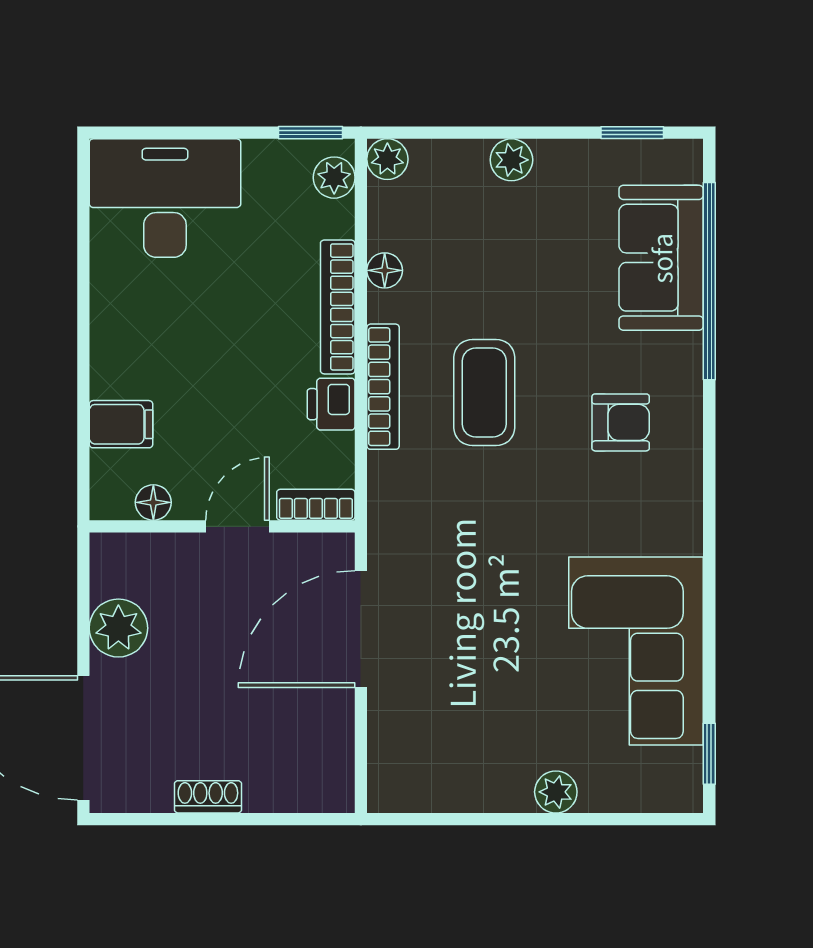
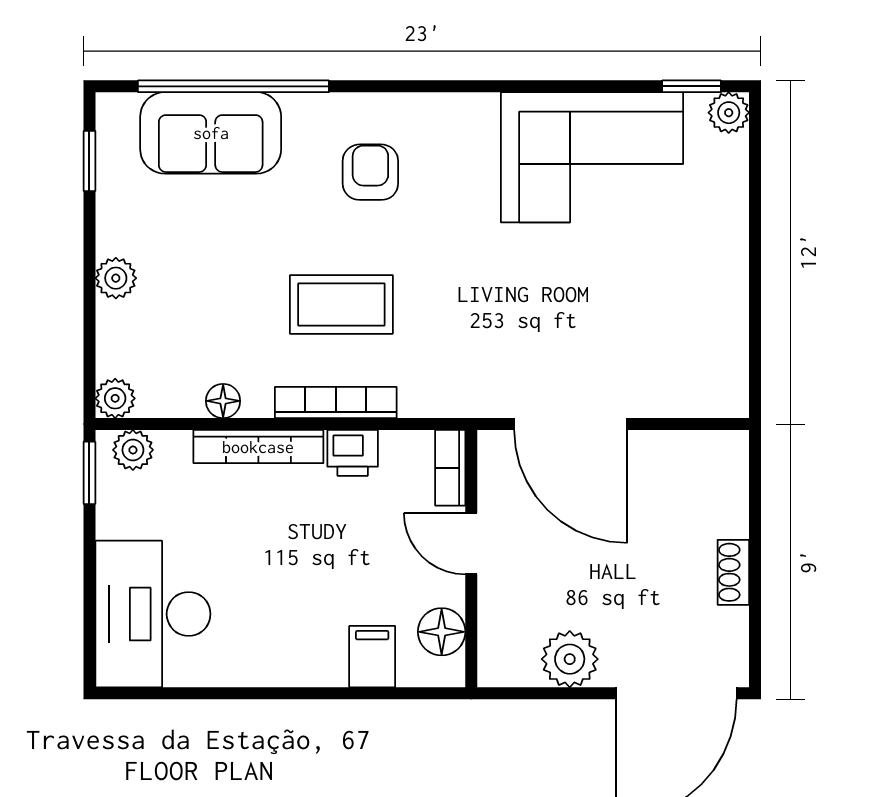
floor lamp: (153, 502) -> (442, 632), width x1.37, depth x1.37
plant: (556, 792) -> (729, 113), moved

